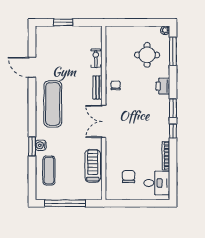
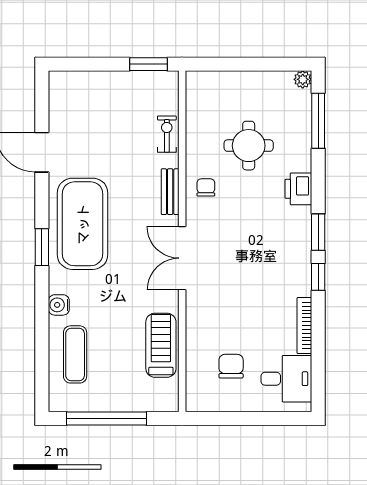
window: (63, 22) -> (149, 64), moved
round table: (147, 55) -> (249, 146), moved
exercise mat: (53, 104) -> (83, 224), width x1.47
window: (32, 146) -> (42, 247), moved

